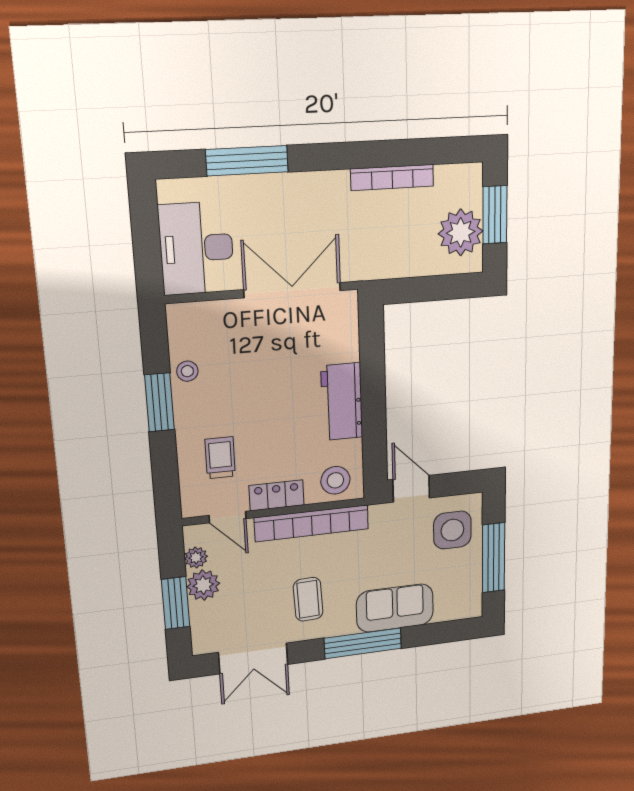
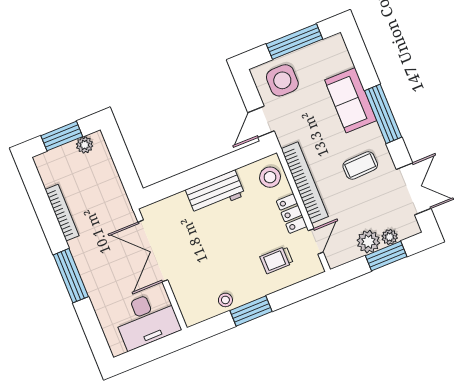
window: (247, 161) -> (71, 276), moved
plant: (461, 232) -> (85, 145), width x0.53, depth x0.53
plant: (196, 558) -> (390, 237), moved

